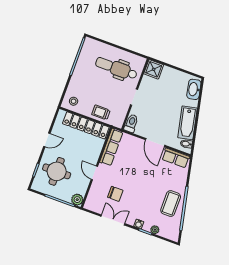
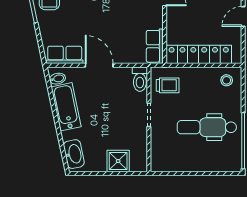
dental chair: (116, 68) -> (207, 127), moved, turned 180
shower: (154, 69) -> (118, 161), moved
trolley: (101, 112) -> (168, 85), moved
row of seats: (111, 147) -> (155, 46), width x0.68

